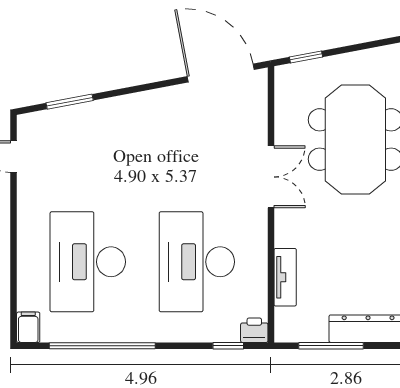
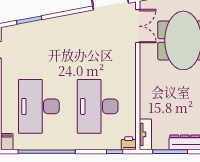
double door: (271, 177) -> (138, 26), moved
tv unit: (285, 277) -> (145, 134), moved

